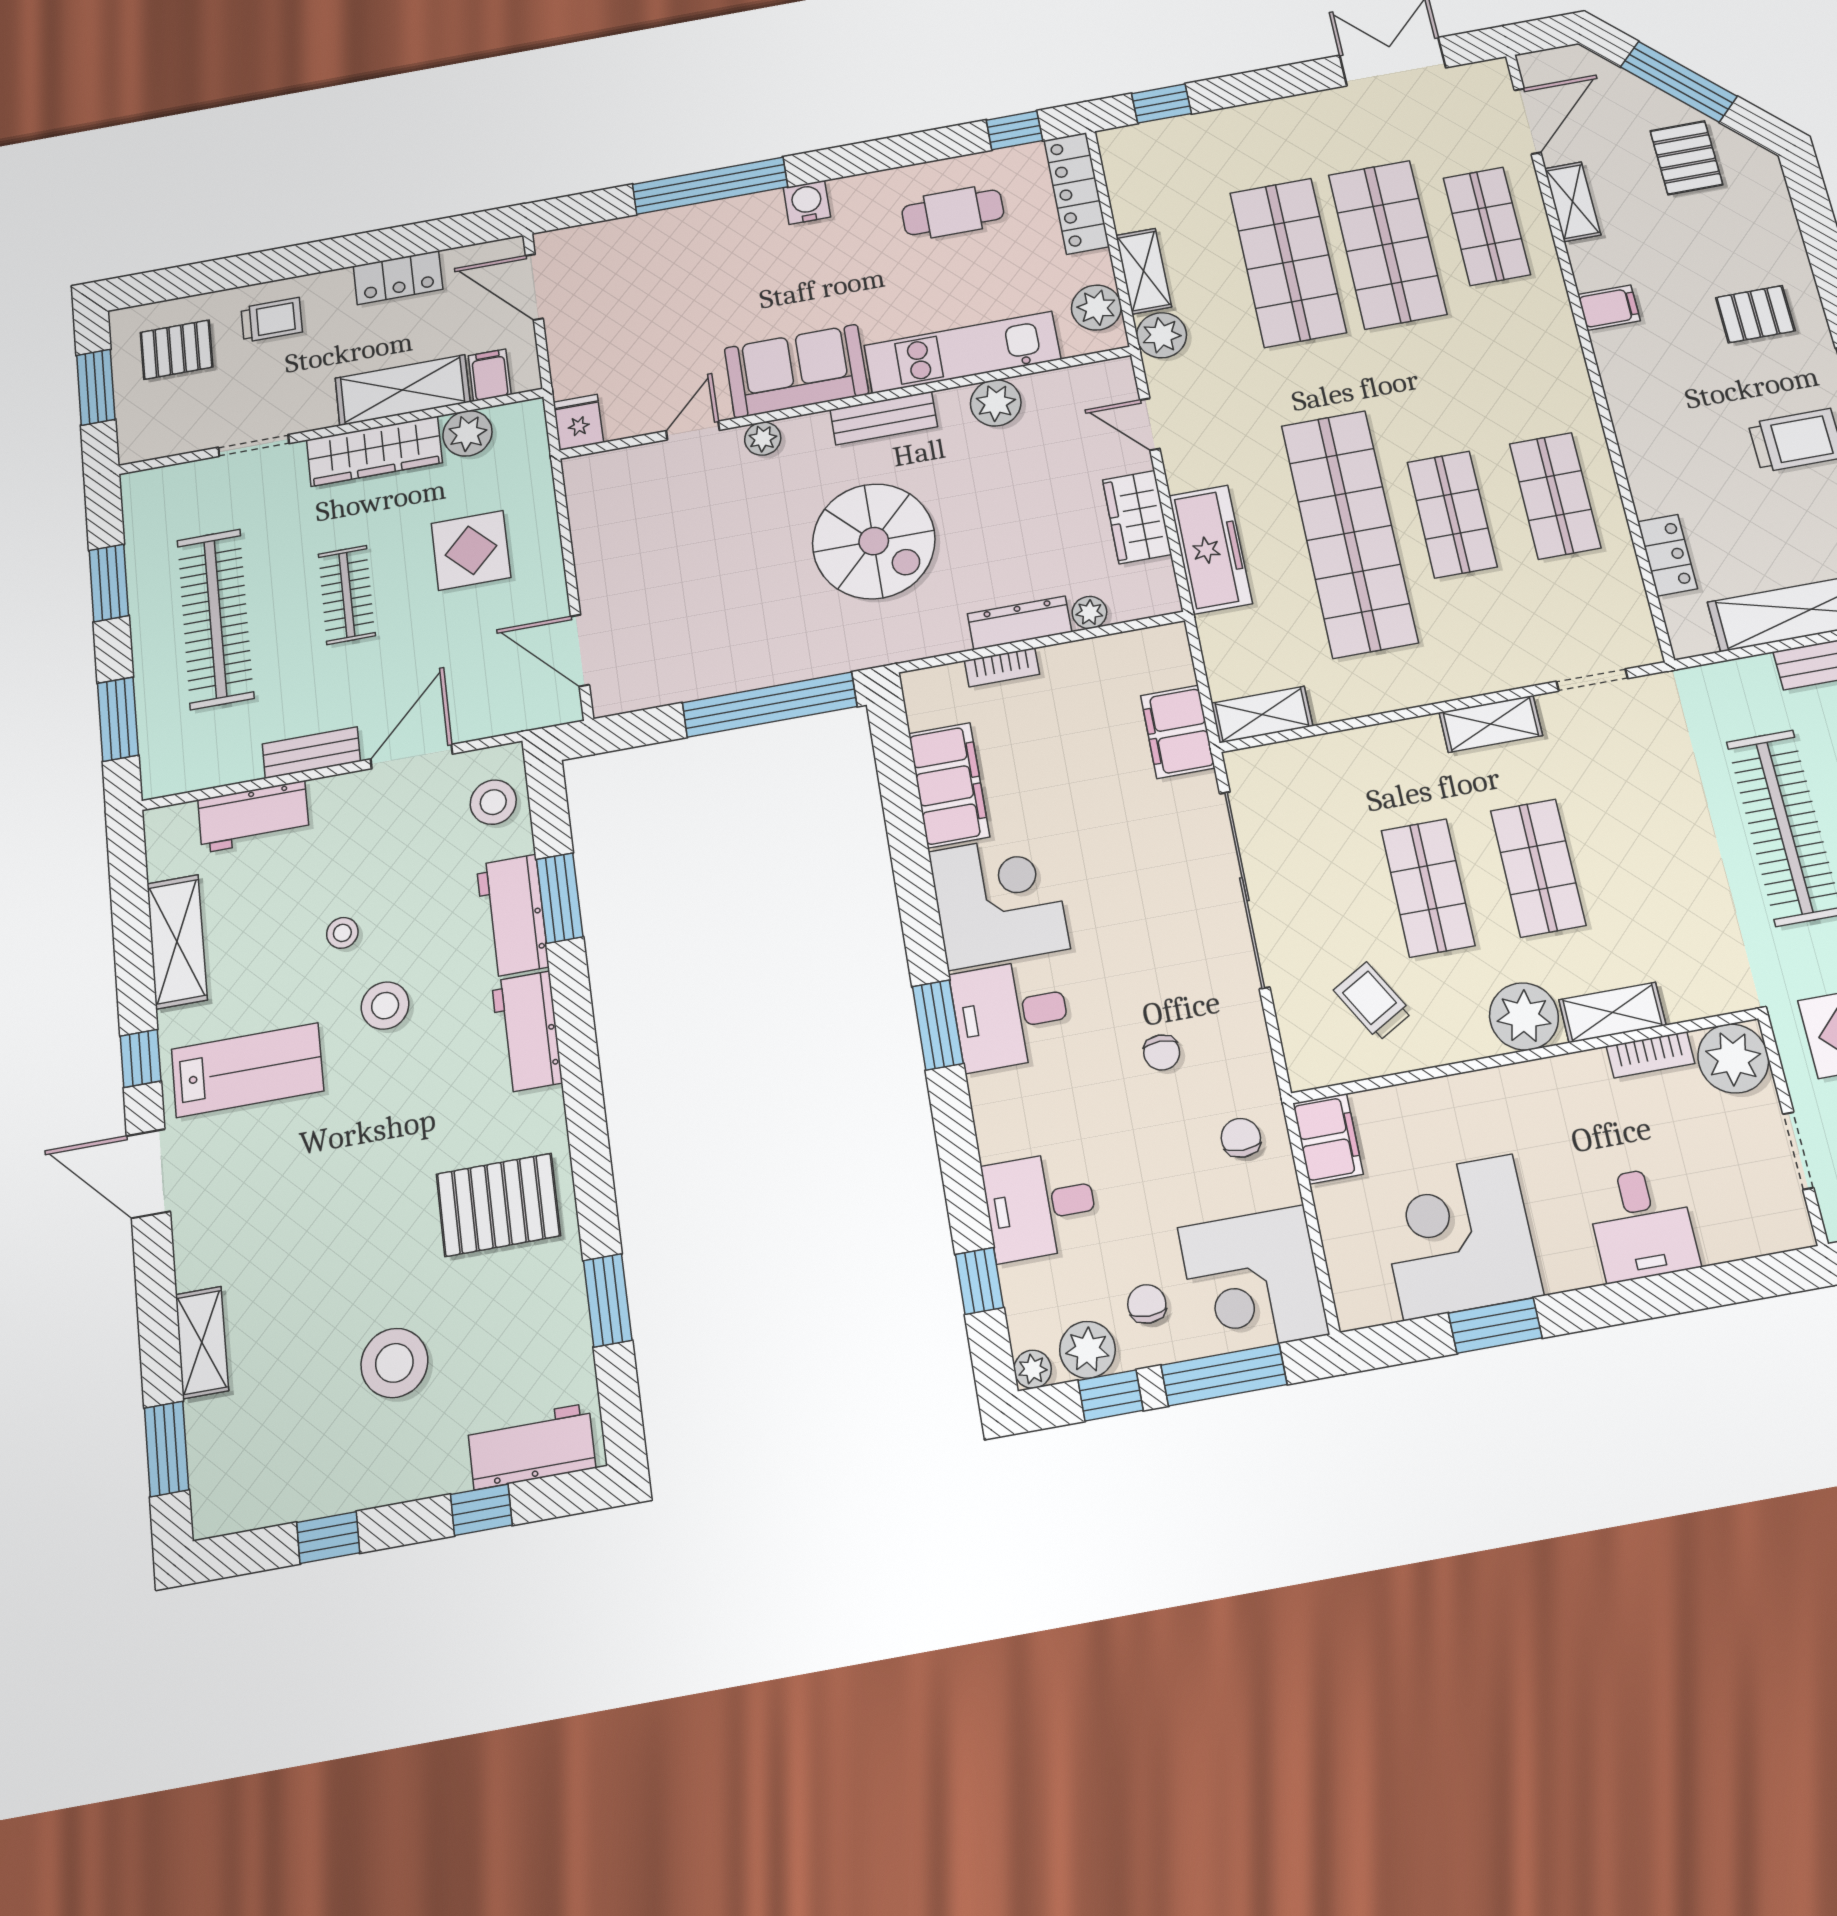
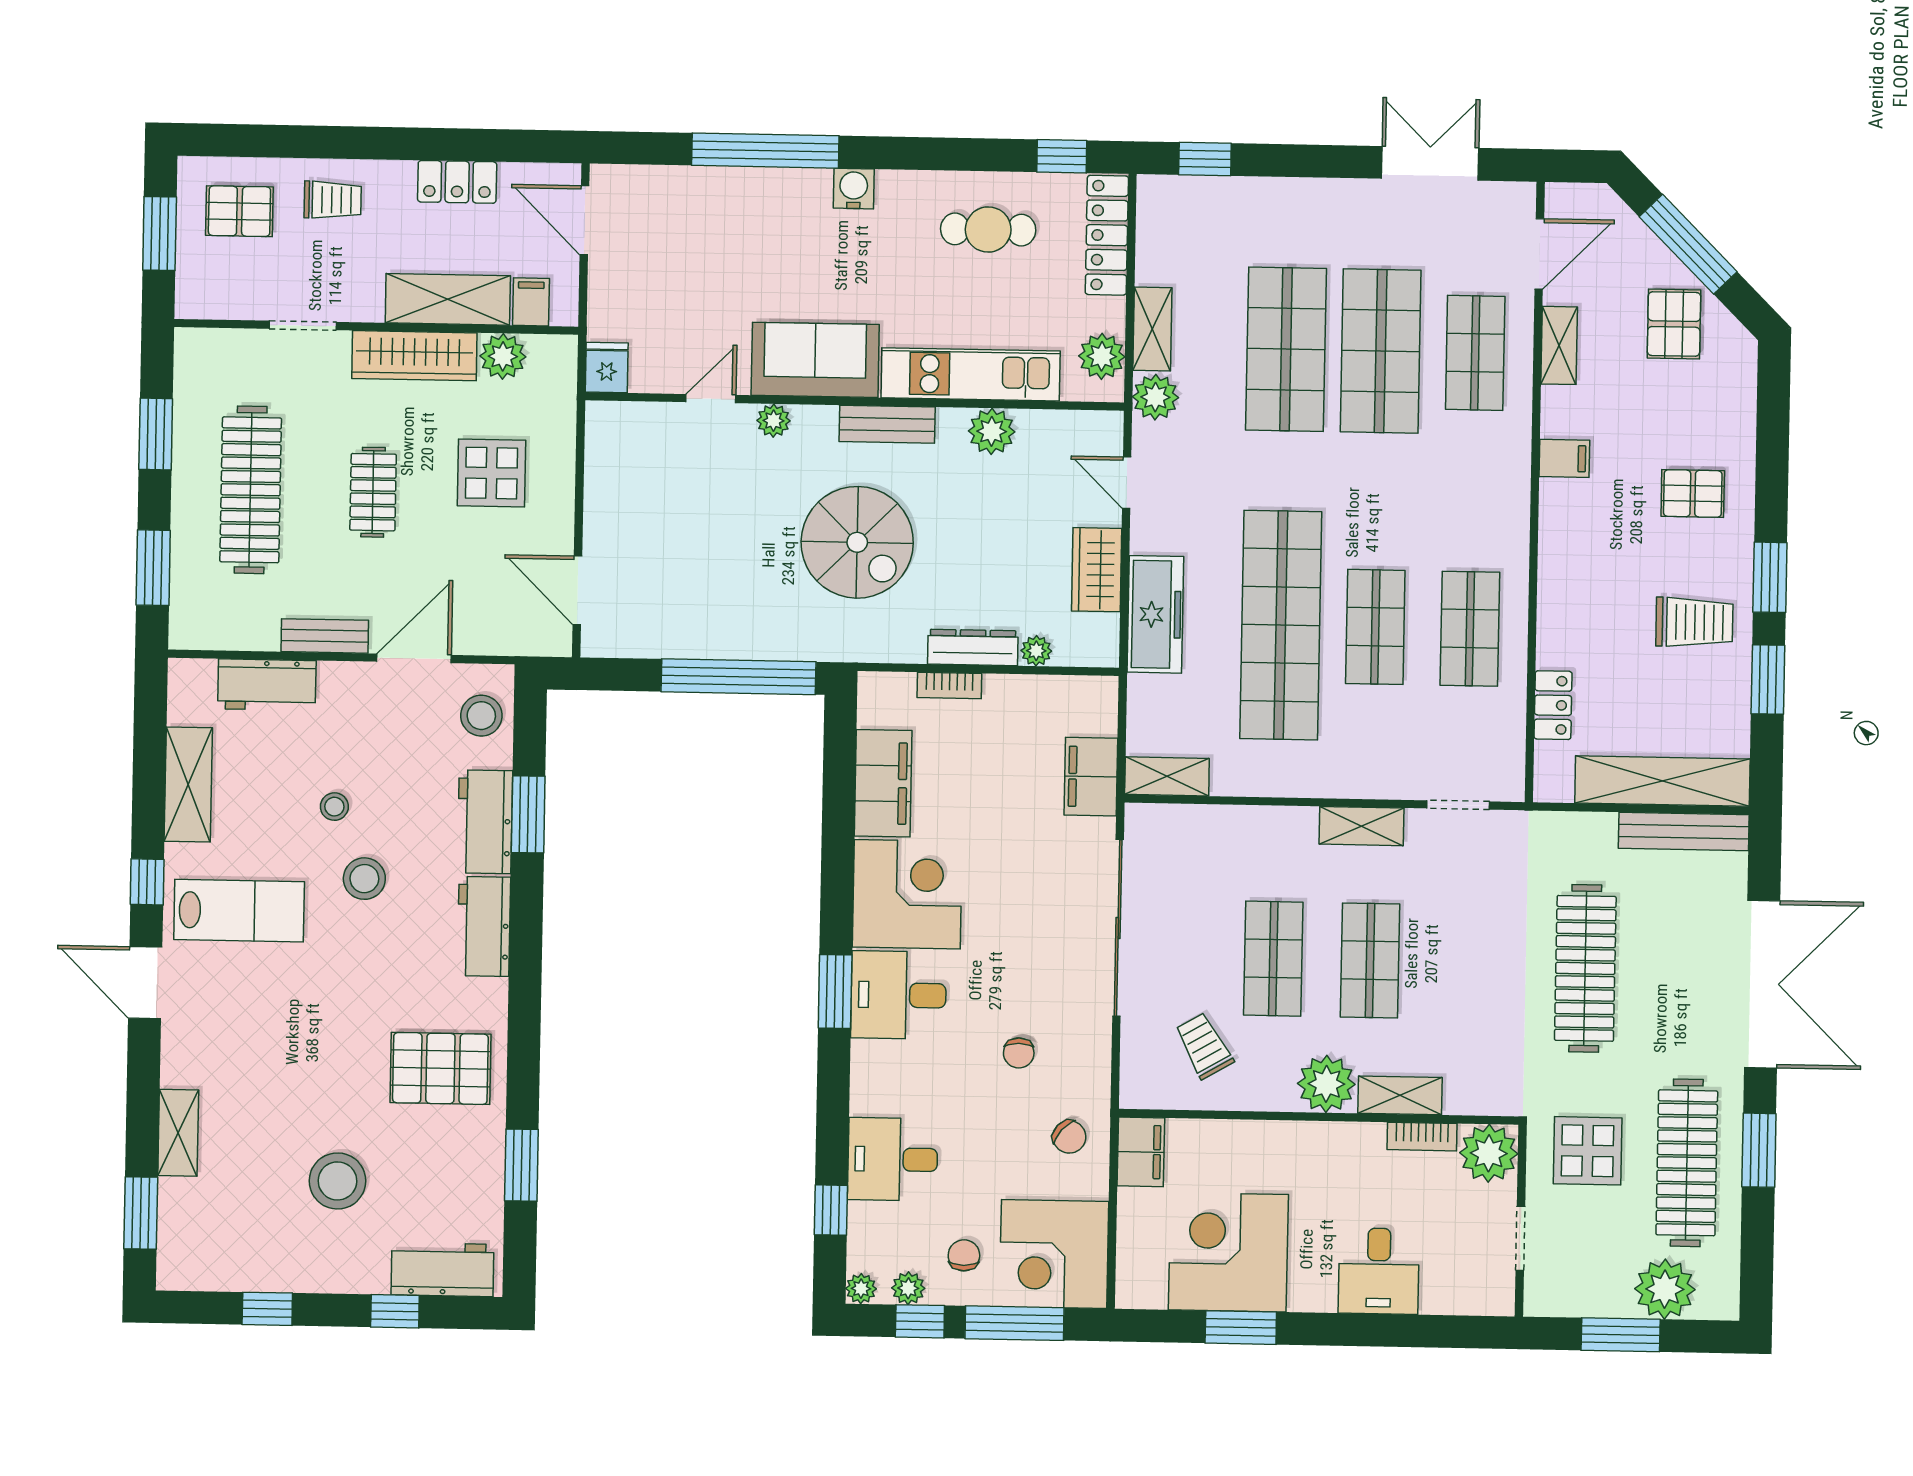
chair: (1241, 1138) -> (1069, 1137), turned 132
plant: (1087, 1350) -> (908, 1288), width x0.73, depth x0.73

